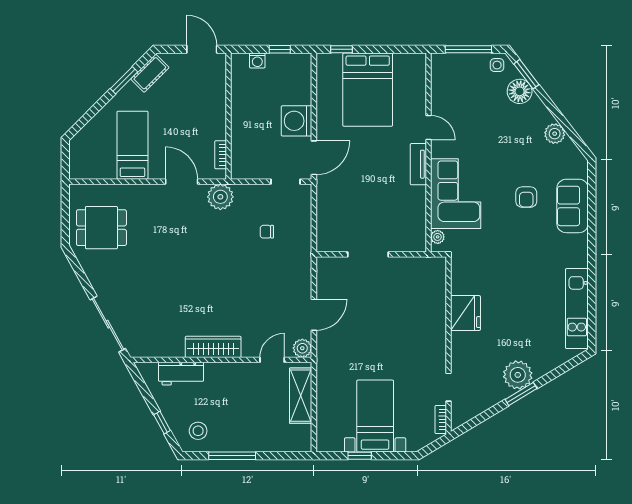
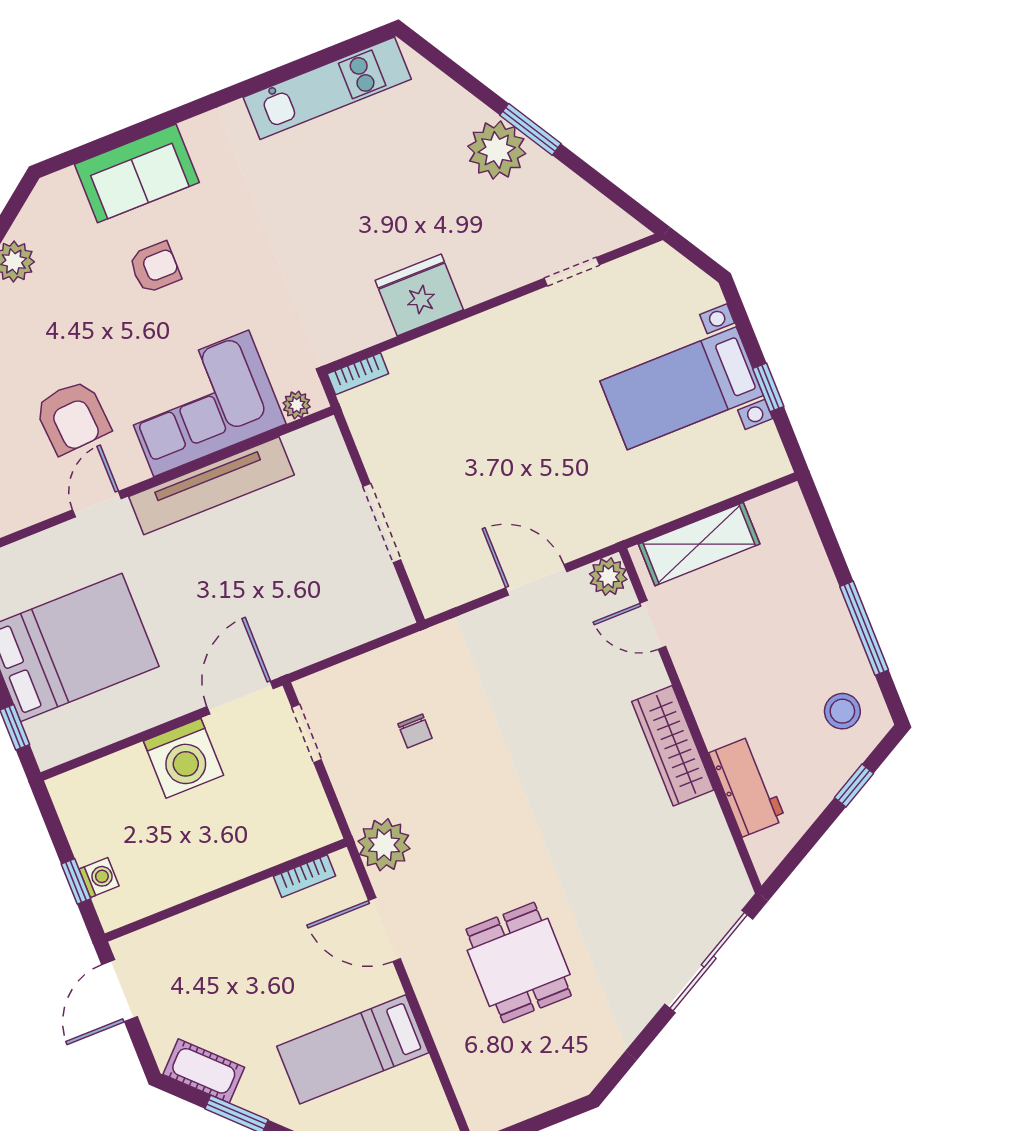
window: (280, 49) -> (76, 881), moved
armchair: (473, 132) -> (72, 417), added
door: (314, 158) -> (240, 698), hinge flipped
tv unit: (418, 164) -> (211, 486), width x1.92, depth x1.29
door: (182, 182) -> (385, 930), hinge flipped
dining table: (101, 228) -> (519, 962), moved
bookcase: (441, 419) -> (358, 374), moved

